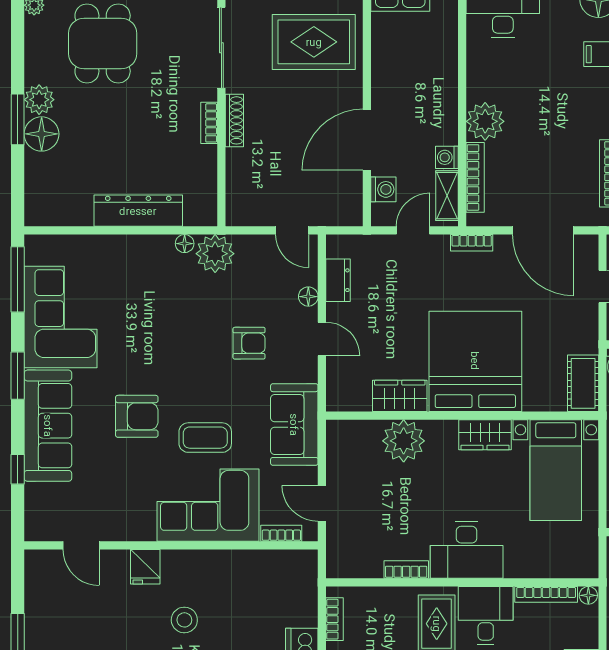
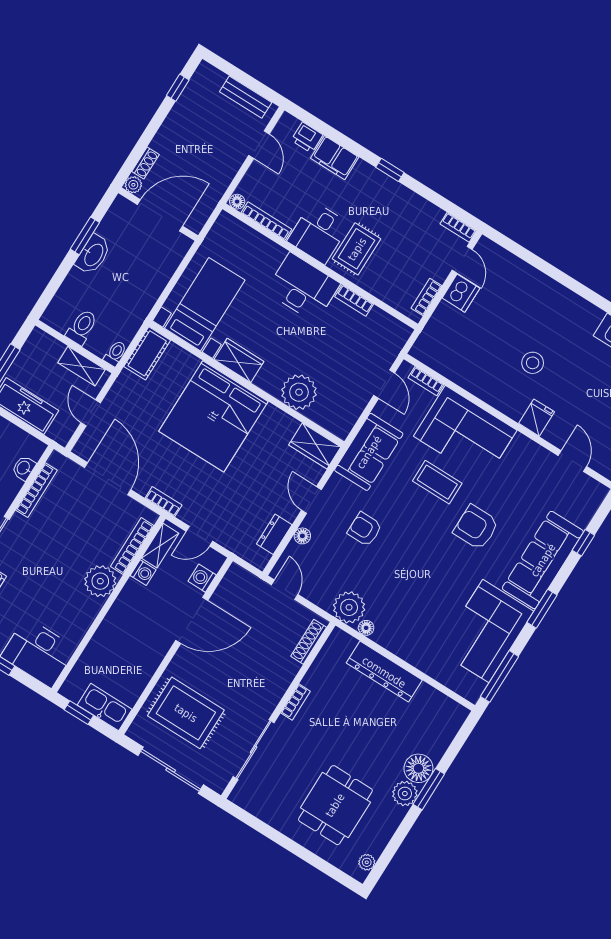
shoe rack: (234, 120) -> (309, 642), moved
wardrobe: (400, 396) -> (315, 446), moved

